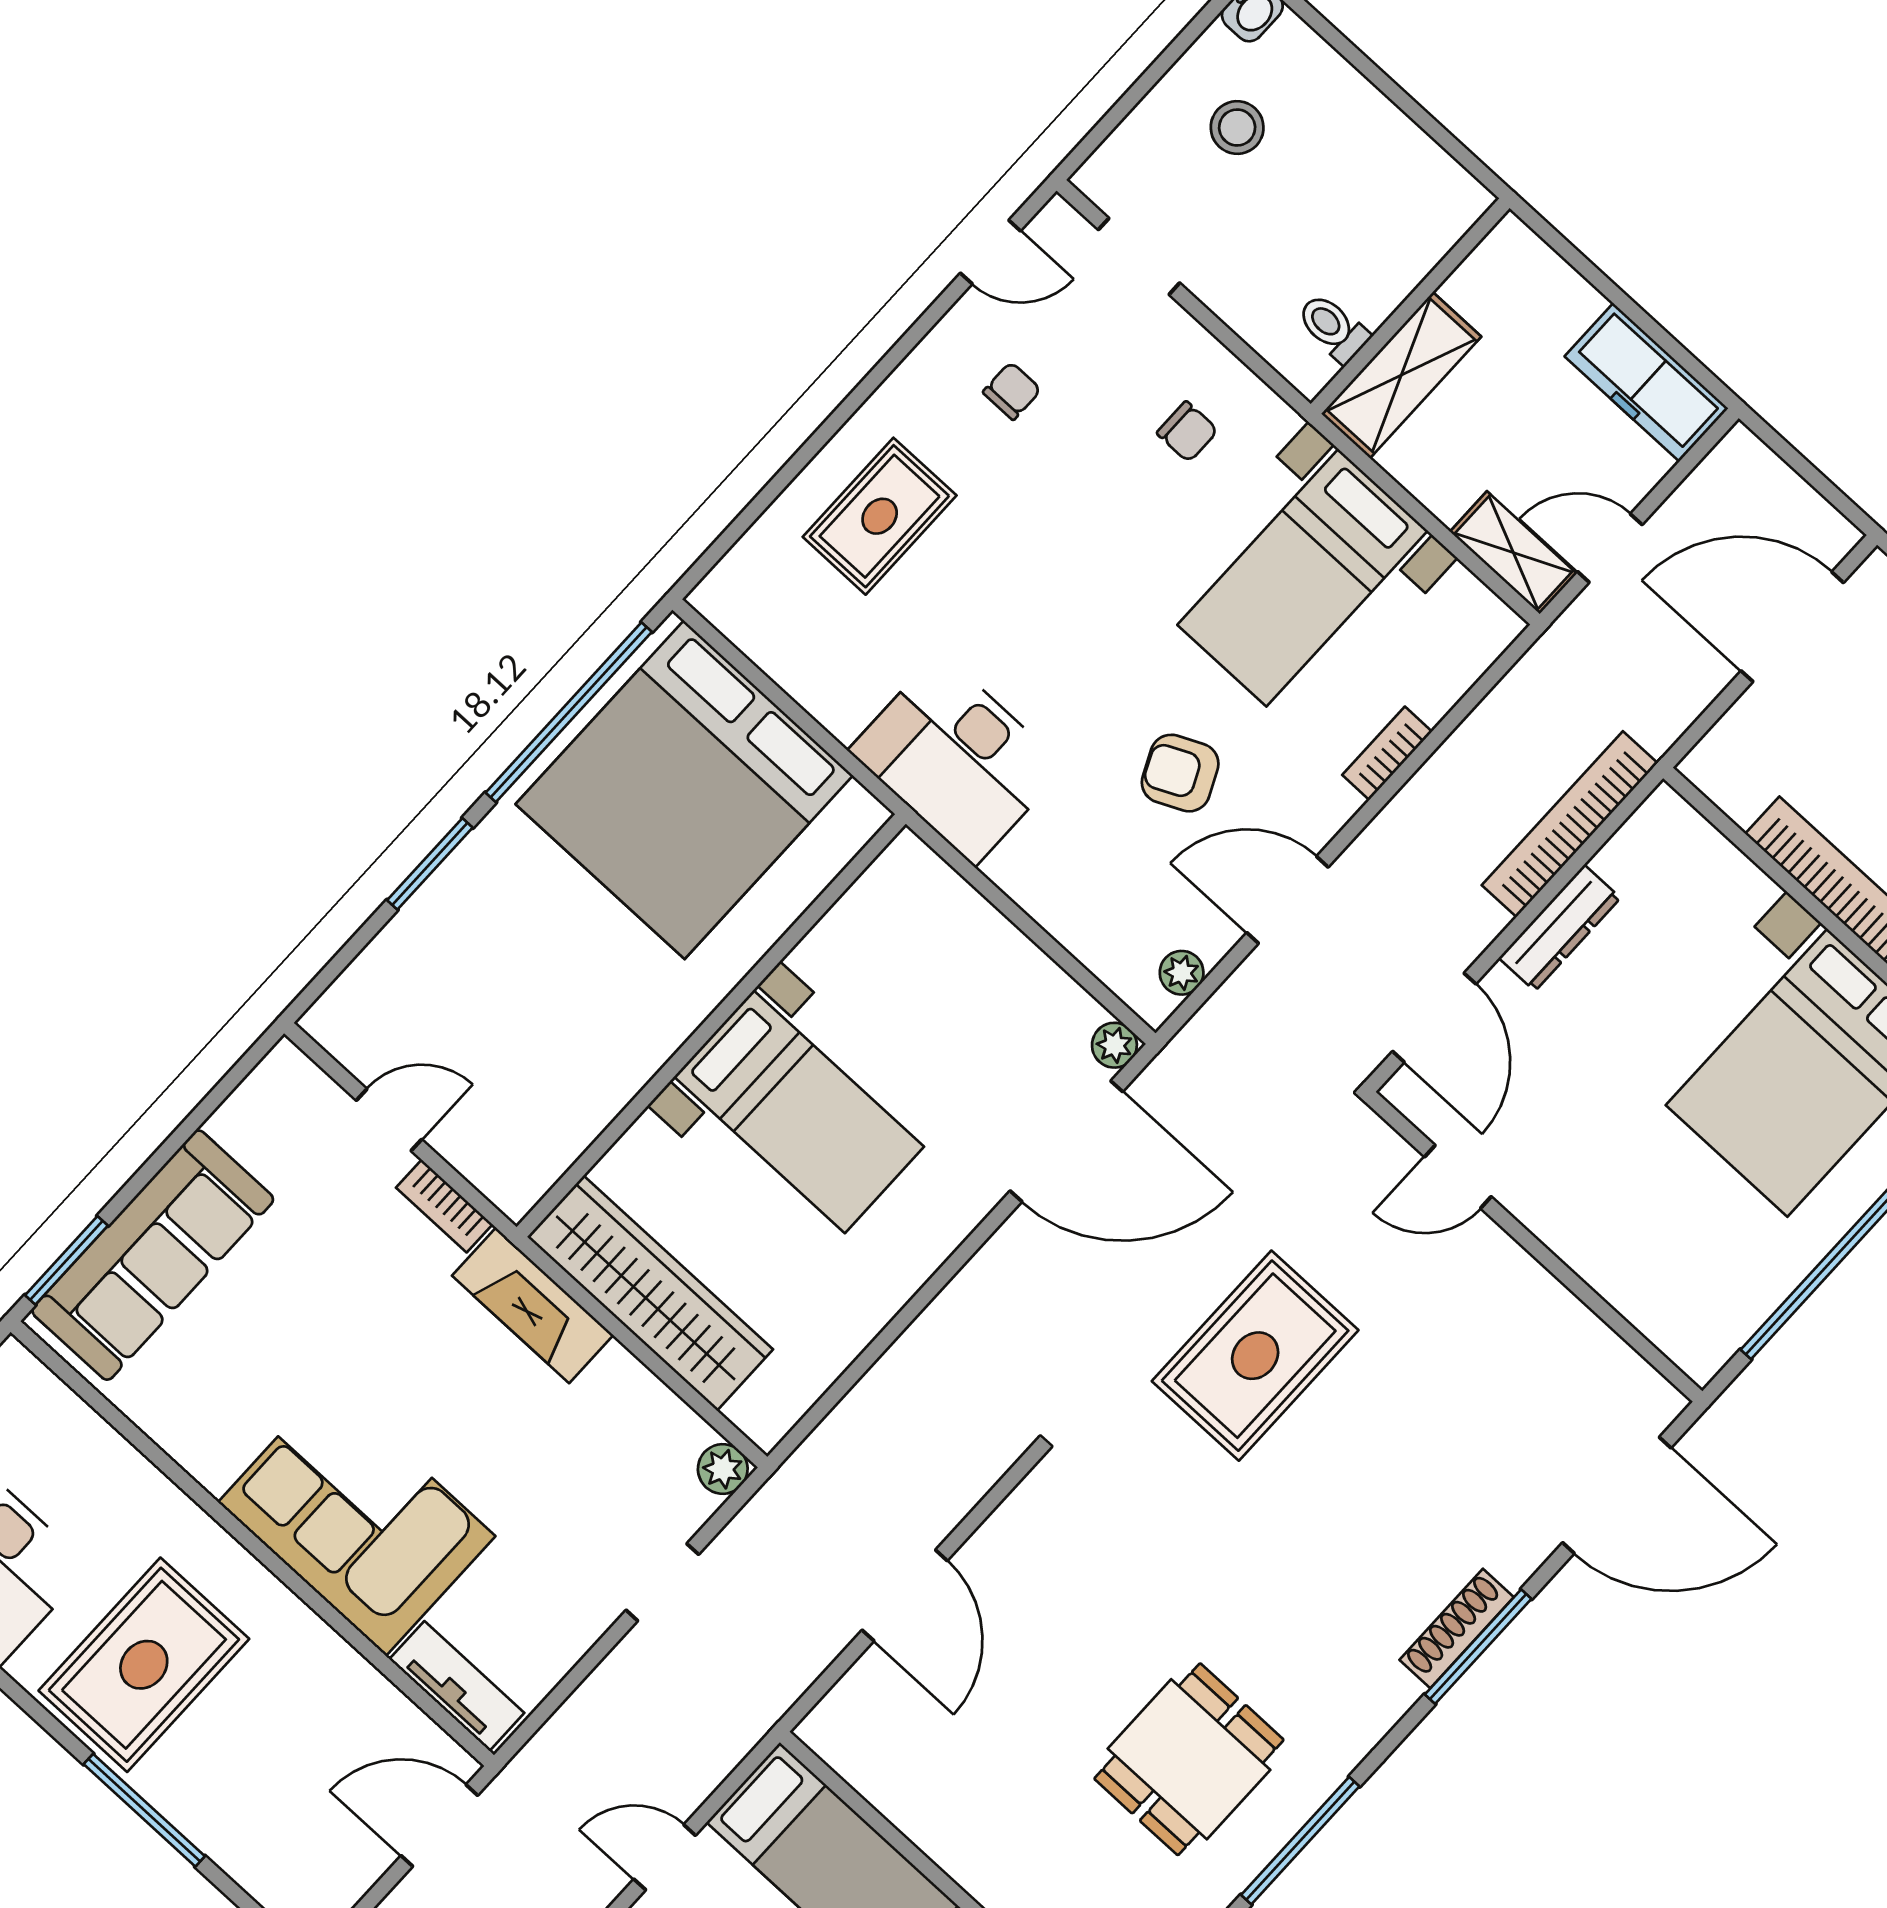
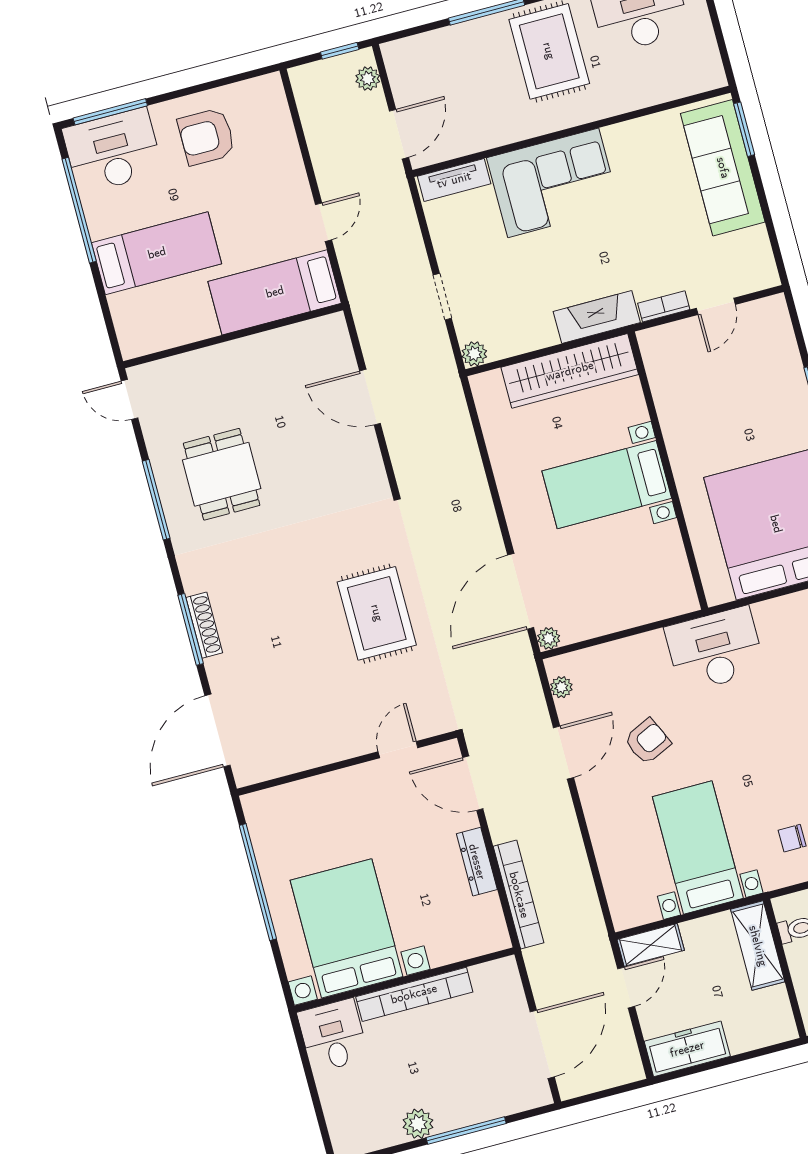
bookcase: (1387, 753) -> (599, 836), removed

